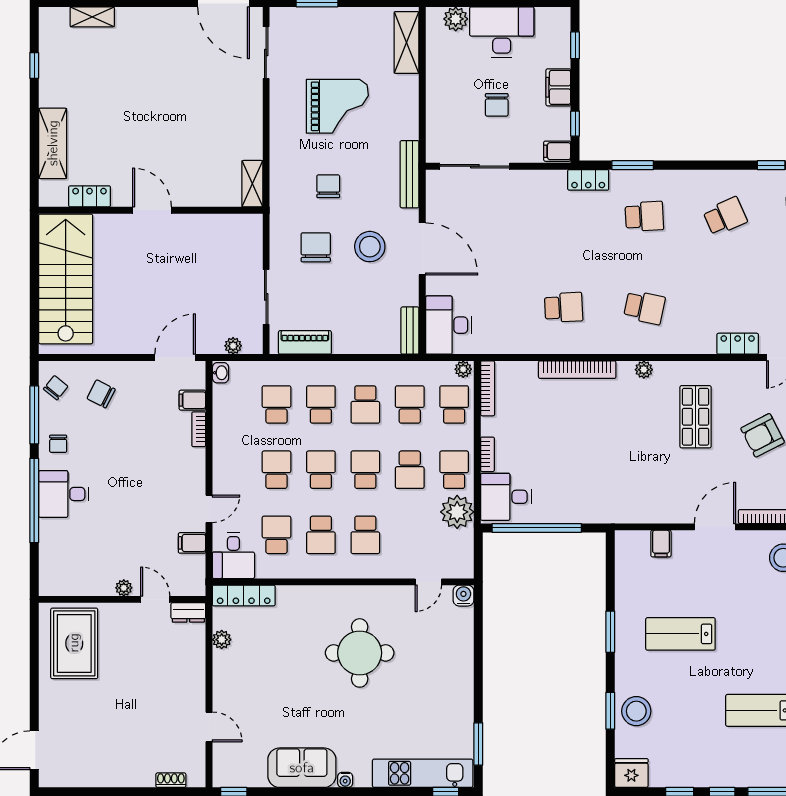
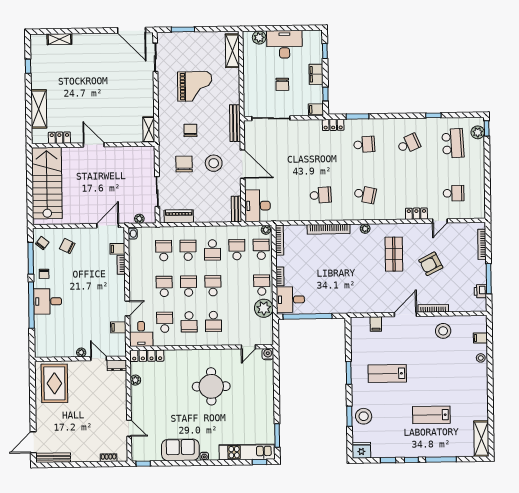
school desk: (410, 470) -> (237, 285), removed
bench: (70, 779) -> (53, 458), added

